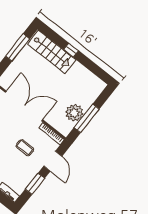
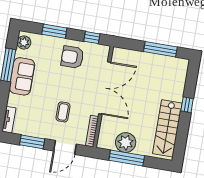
stairs: (52, 52) -> (167, 128), moved

